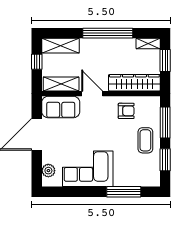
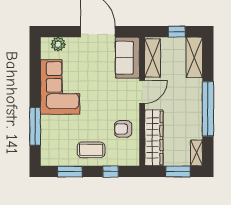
armchair: (126, 111) -> (123, 129), turned 90
window: (165, 122) -> (111, 171), width x0.46

